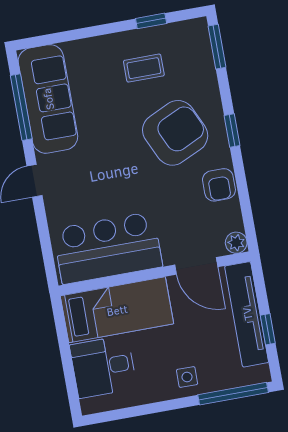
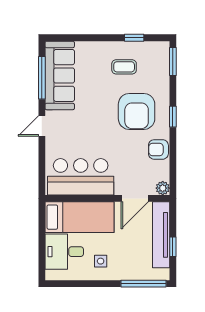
armchair: (175, 133) -> (137, 111), turned 115
armchair: (219, 185) -> (158, 149), turned 90
door: (196, 266) -> (135, 198), hinge flipped
side table: (187, 377) -> (101, 261), moved

